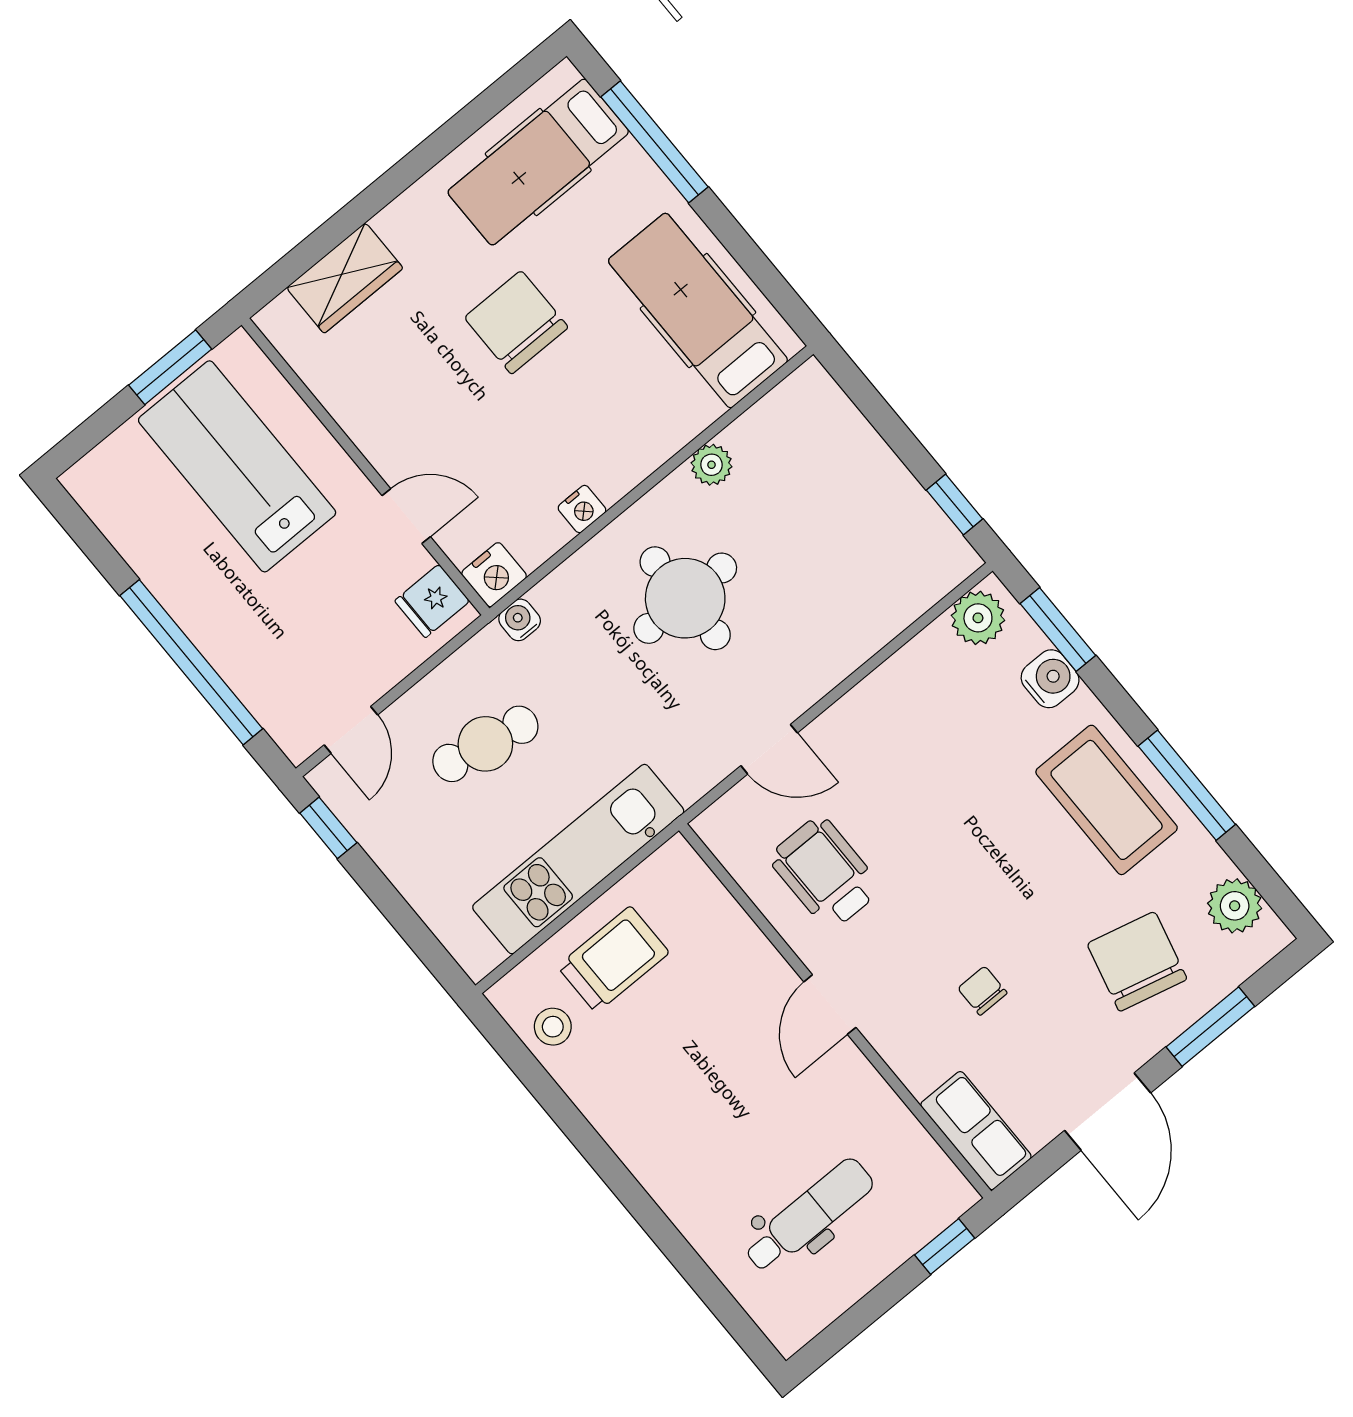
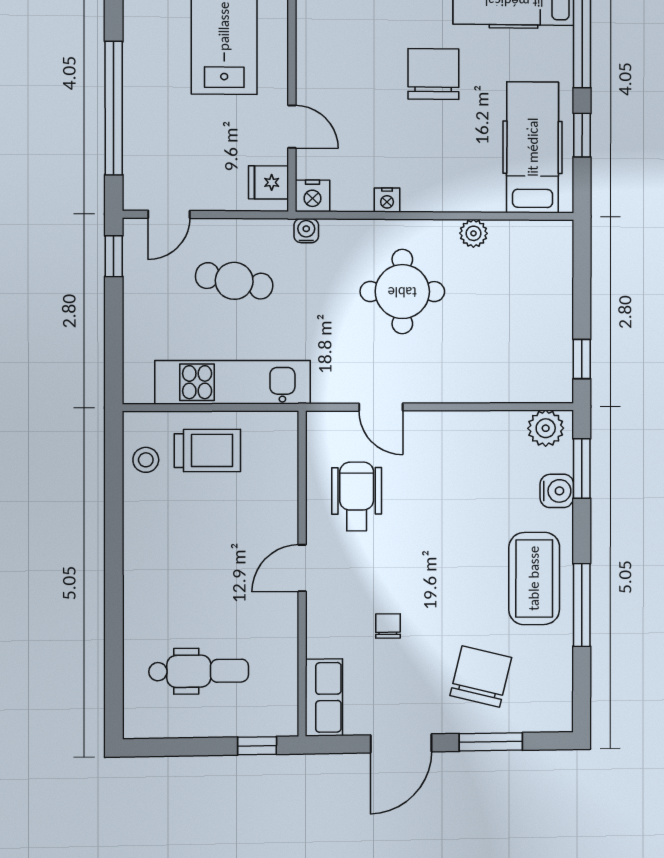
window: (743, 249) -> (582, 135), added
plant: (1235, 906) -> (555, 688), removed

